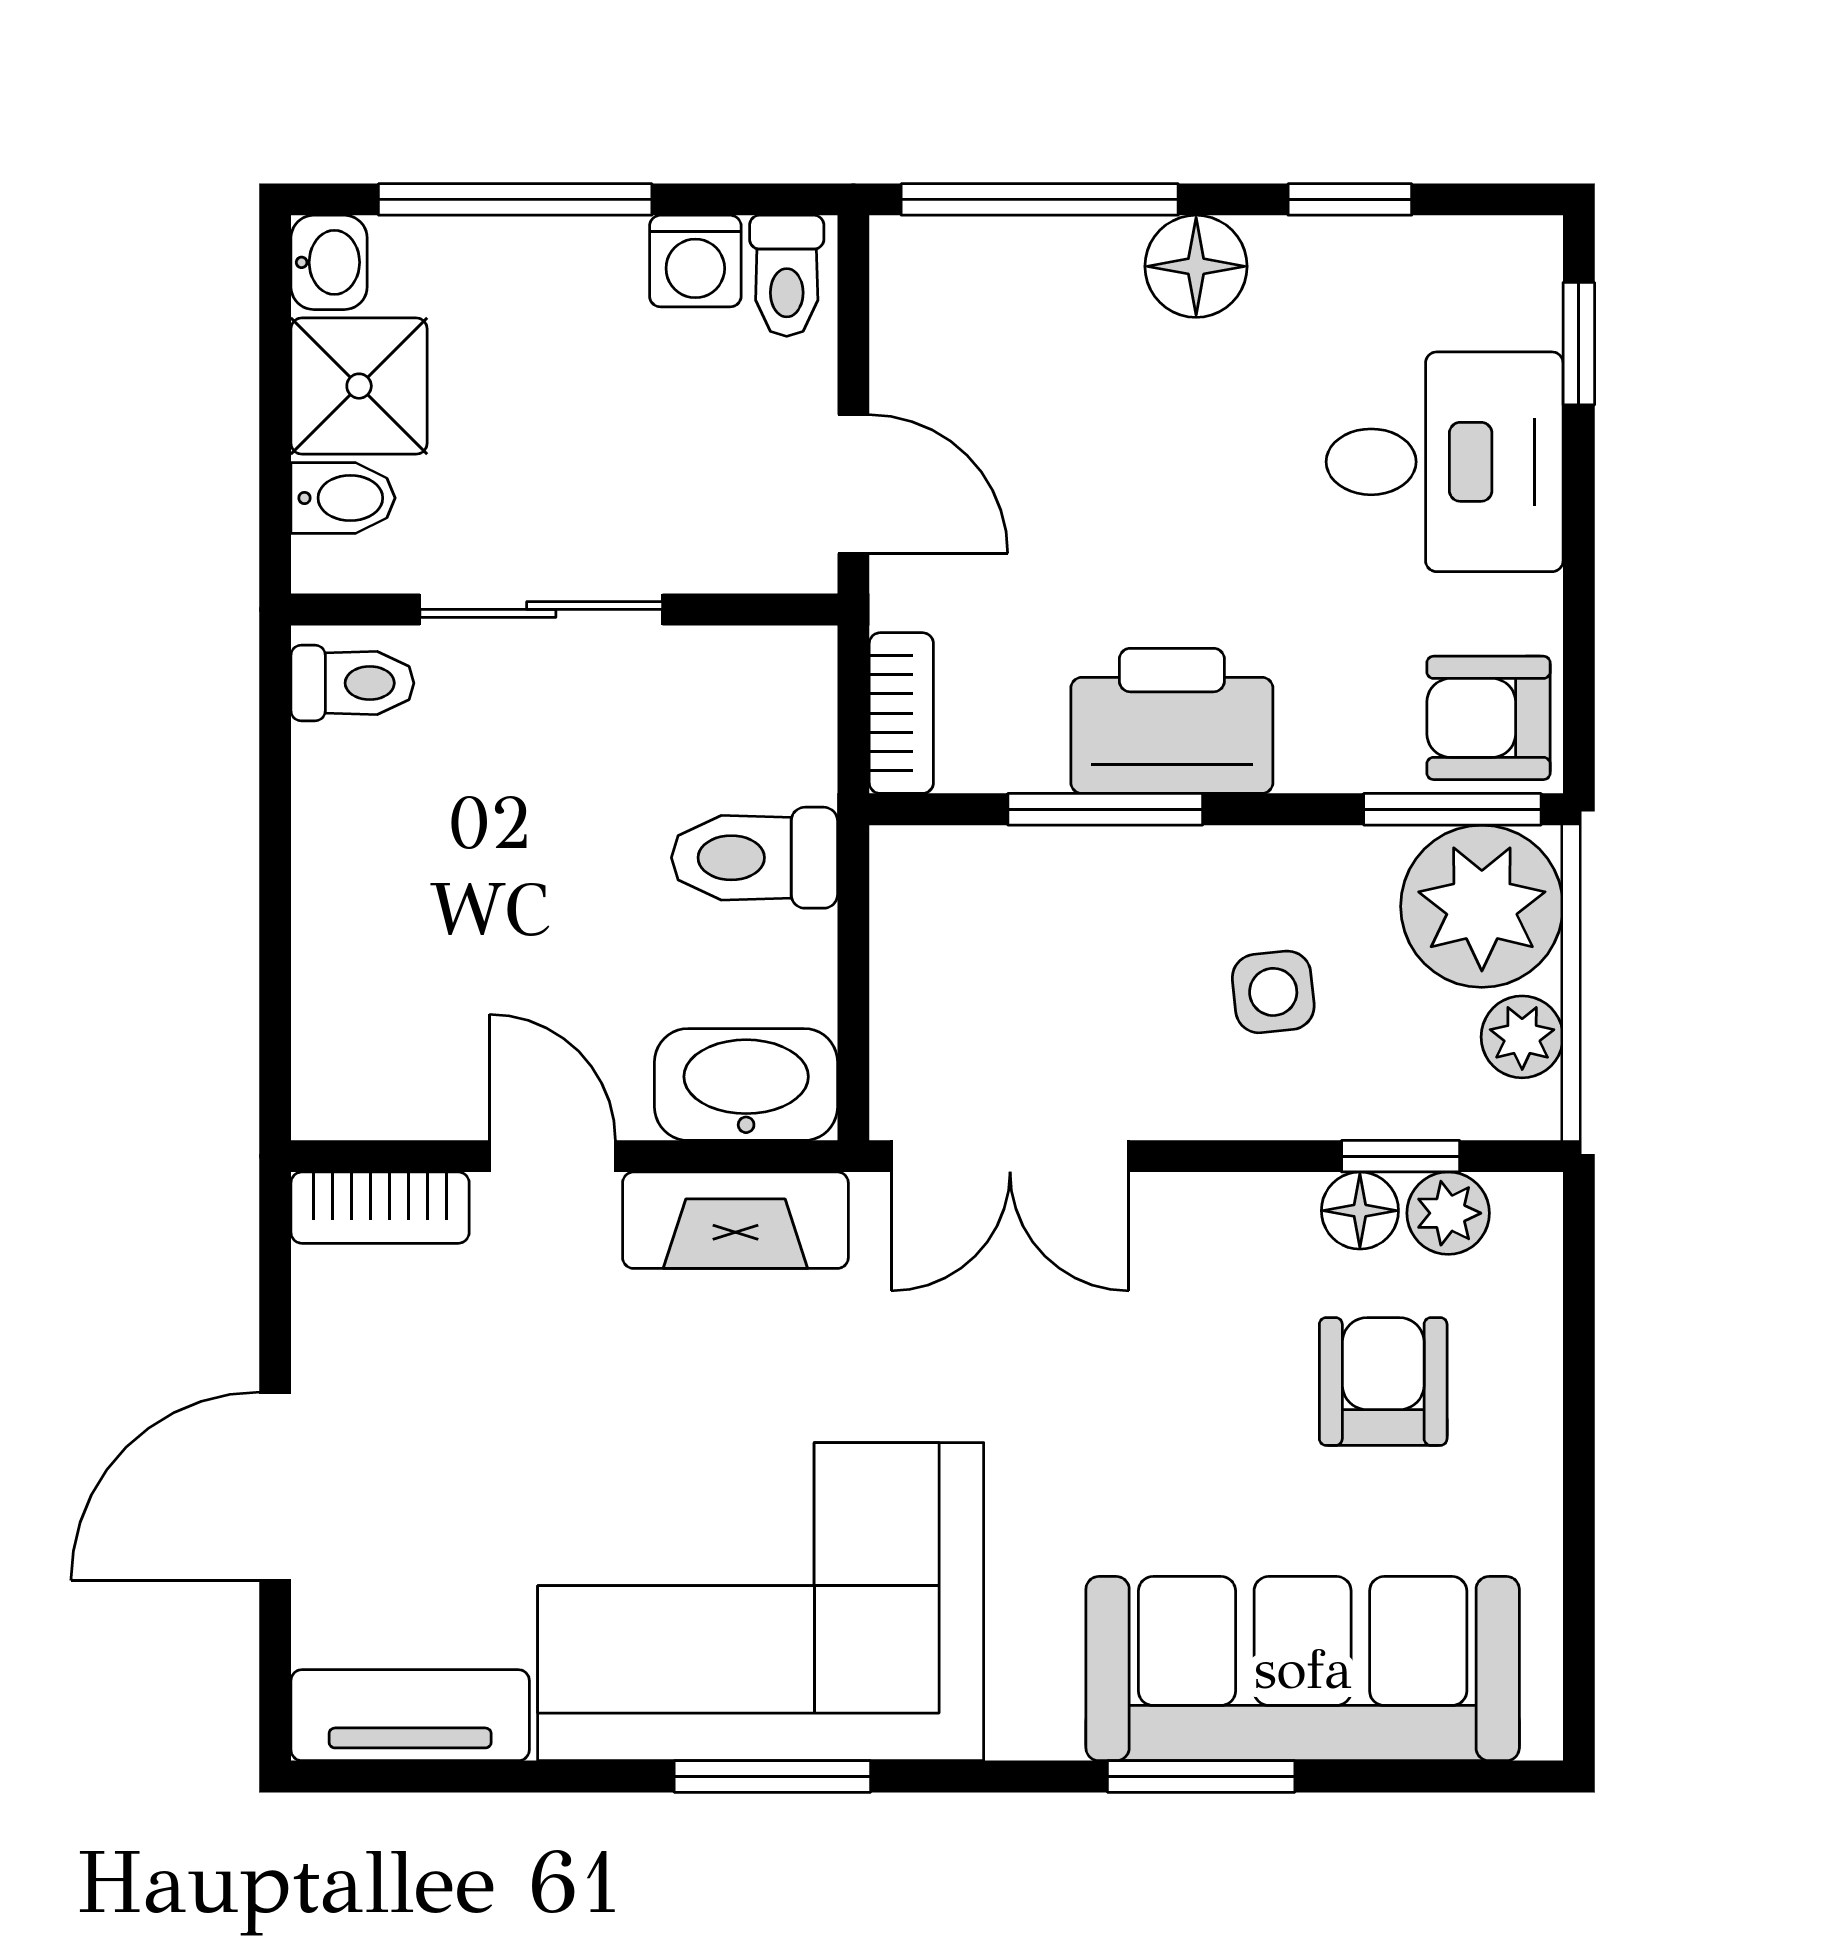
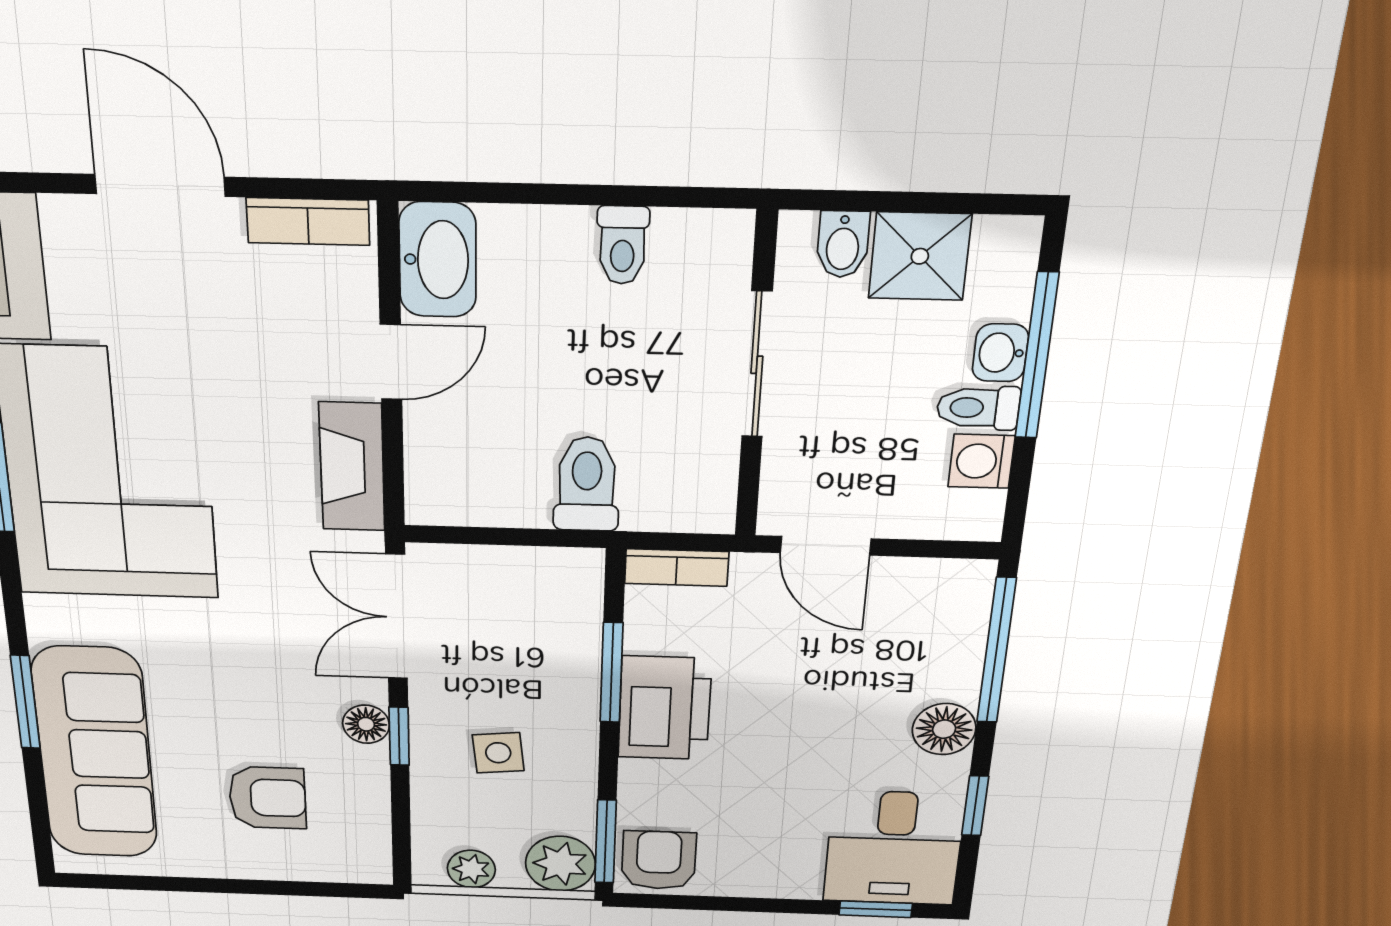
washbasin: (329, 262) -> (1000, 353), moved, turned 90
toilet: (787, 276) -> (978, 408), moved
desk: (1445, 462) -> (894, 848), moved
door: (853, 484) -> (826, 546), hinge flipped
toilet: (352, 683) -> (623, 245), moved
plant: (1482, 906) -> (560, 864), width x0.73, depth x0.73
washbasin: (746, 1084) -> (438, 260), moved
window: (1401, 1156) -> (399, 736), moved
bookcase: (380, 1208) -> (308, 222), moved, turned -90
floor lamp: (1360, 1211) -> (366, 724), moved
plant: (1448, 1213) -> (368, 831), removed

